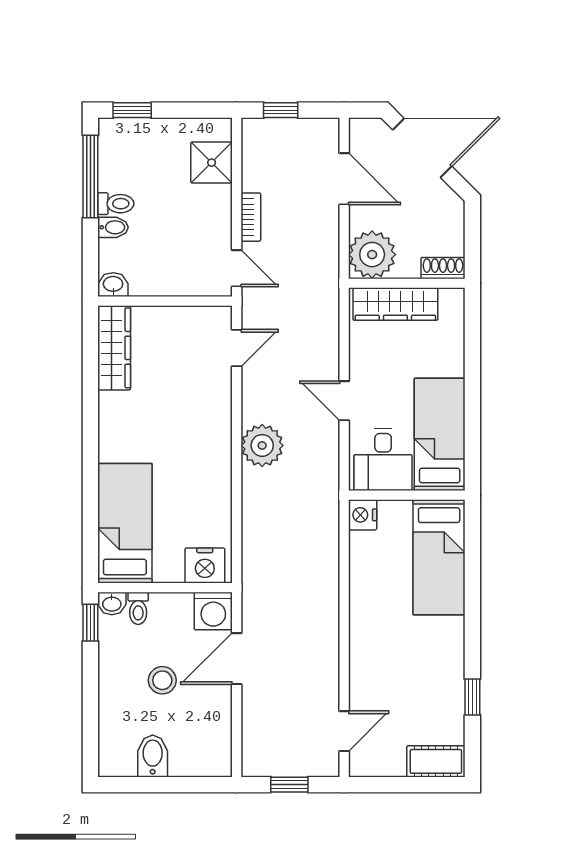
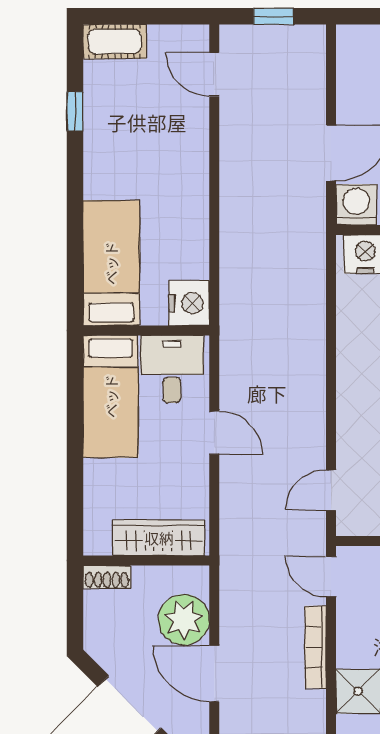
bookcase: (251, 217) -> (316, 647), width x1.56
plant: (372, 255) -> (184, 620), moved
plant: (262, 445) -> (303, 384), removed
nightstand: (363, 515) -> (189, 303), width x1.36, depth x1.33
door: (344, 731) -> (214, 74), hinge flipped

